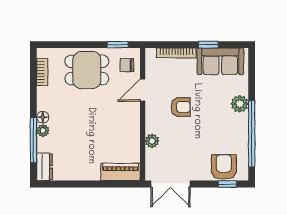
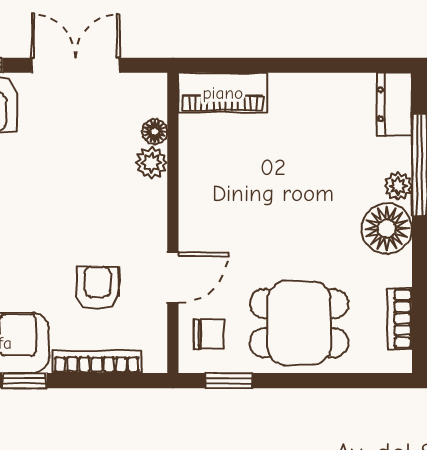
armchair: (181, 107) -> (98, 288), moved, turned 90
floor lamp: (43, 117) -> (387, 228), width x1.89, depth x1.89
floor lamp: (151, 155) -> (155, 132), added
double door: (171, 184) -> (76, 65), moved

